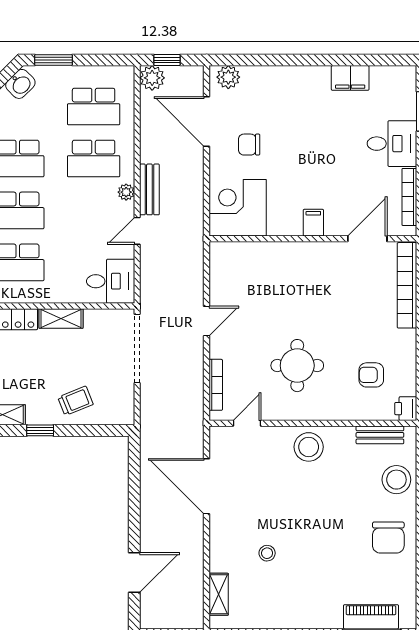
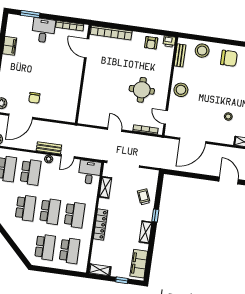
corner desk: (238, 208) -> (63, 107), removed
filing cabinet: (313, 223) -> (75, 73), removed
door: (137, 231) -> (68, 156), hinge flipped
shelving: (61, 318) -> (105, 187), moved
armchair: (371, 375) -> (151, 43), moved

